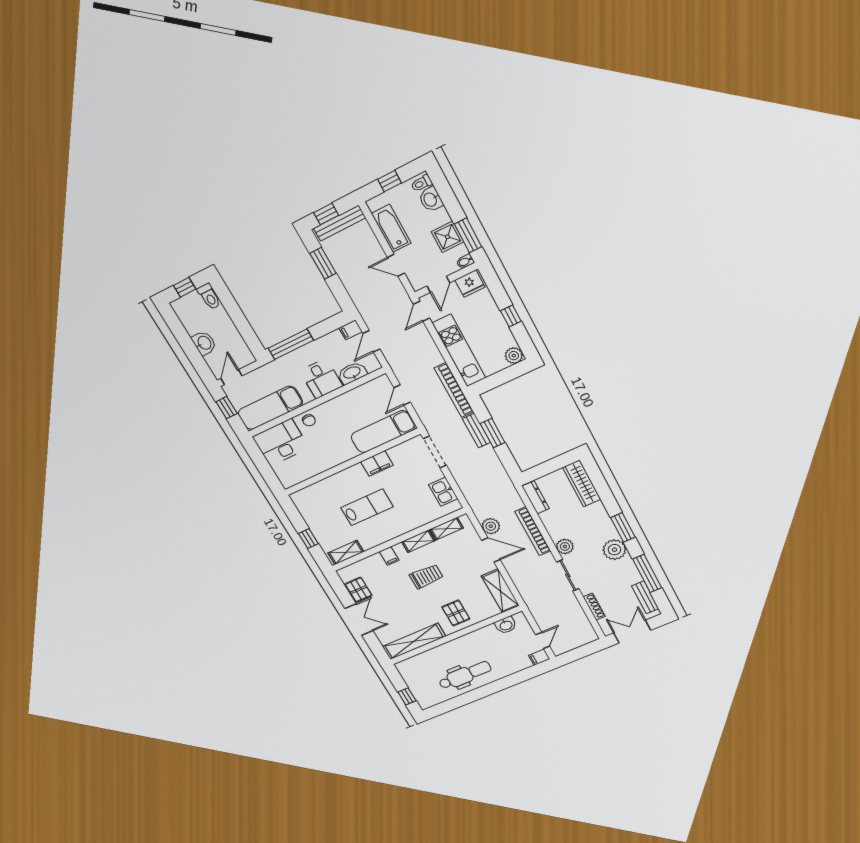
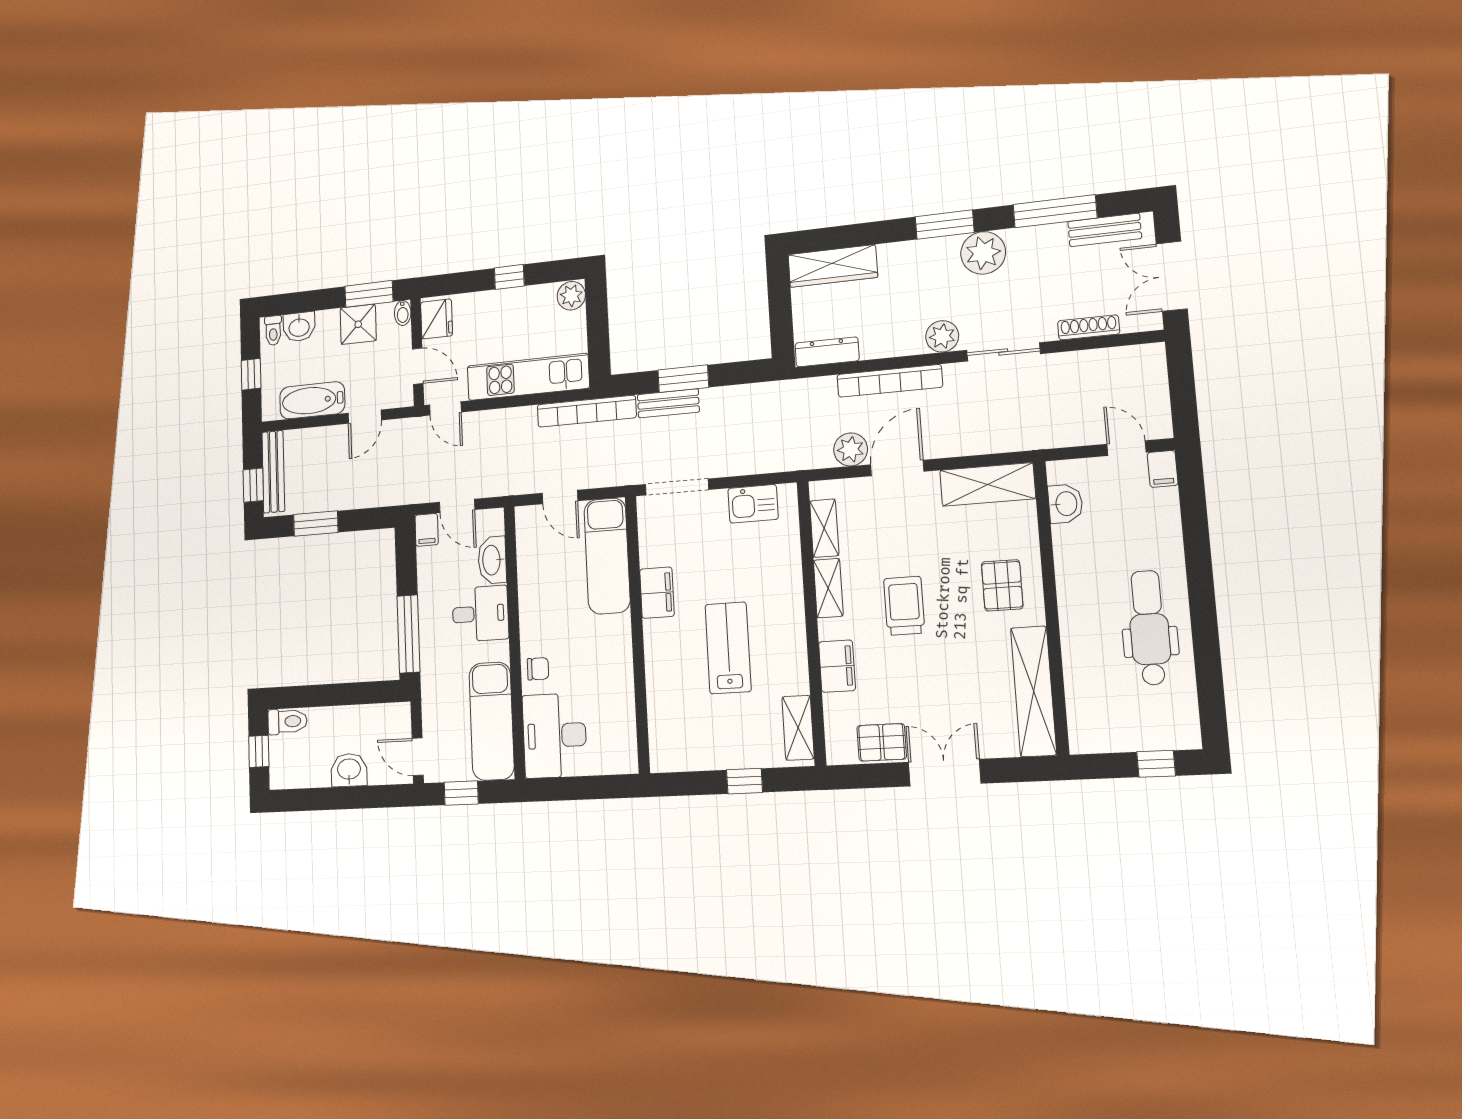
filing cabinet: (389, 556) -> (837, 666), width x2.00
pallet: (456, 613) -> (1002, 585), turned 90

